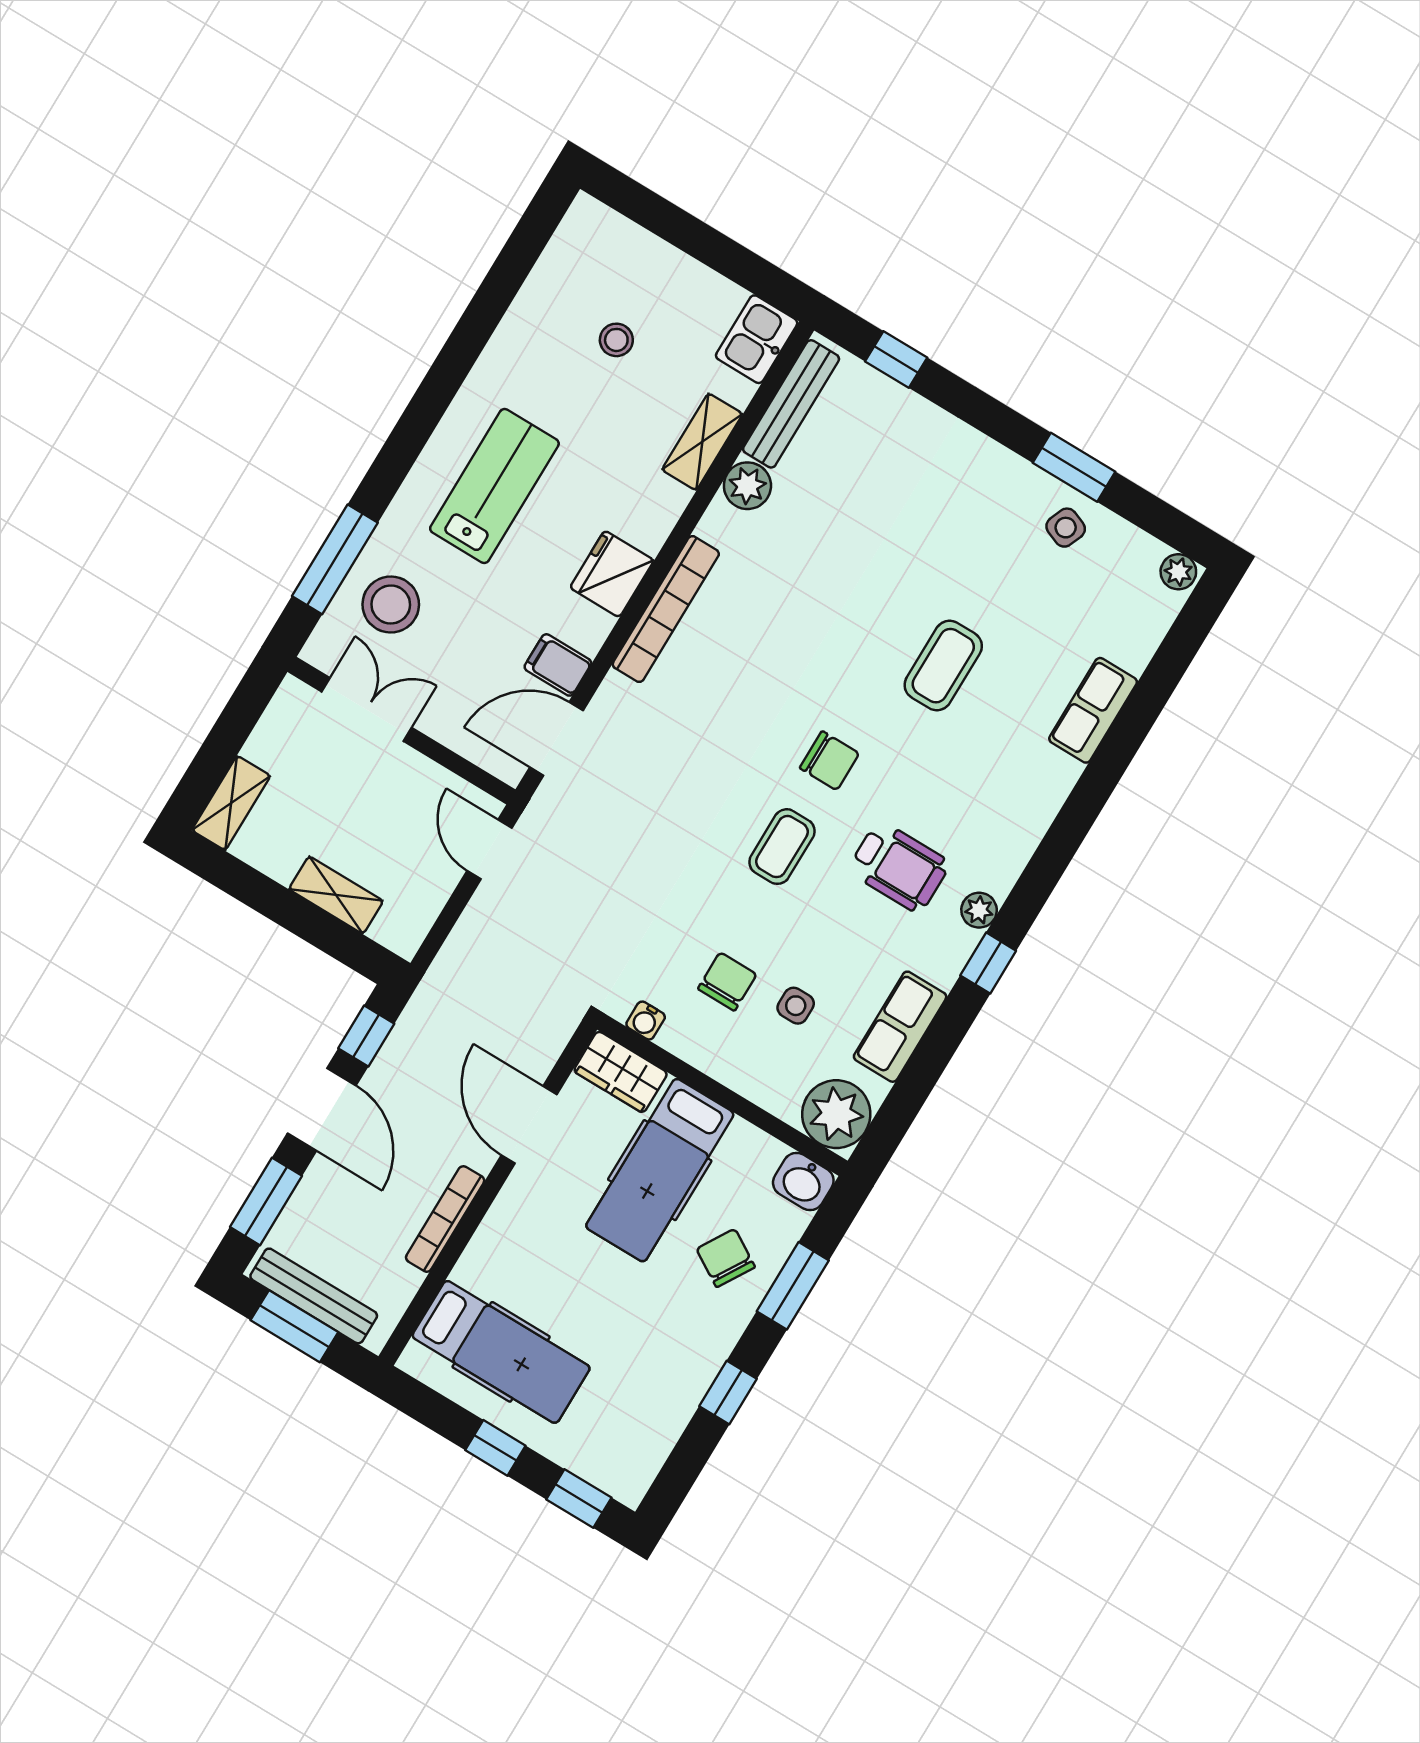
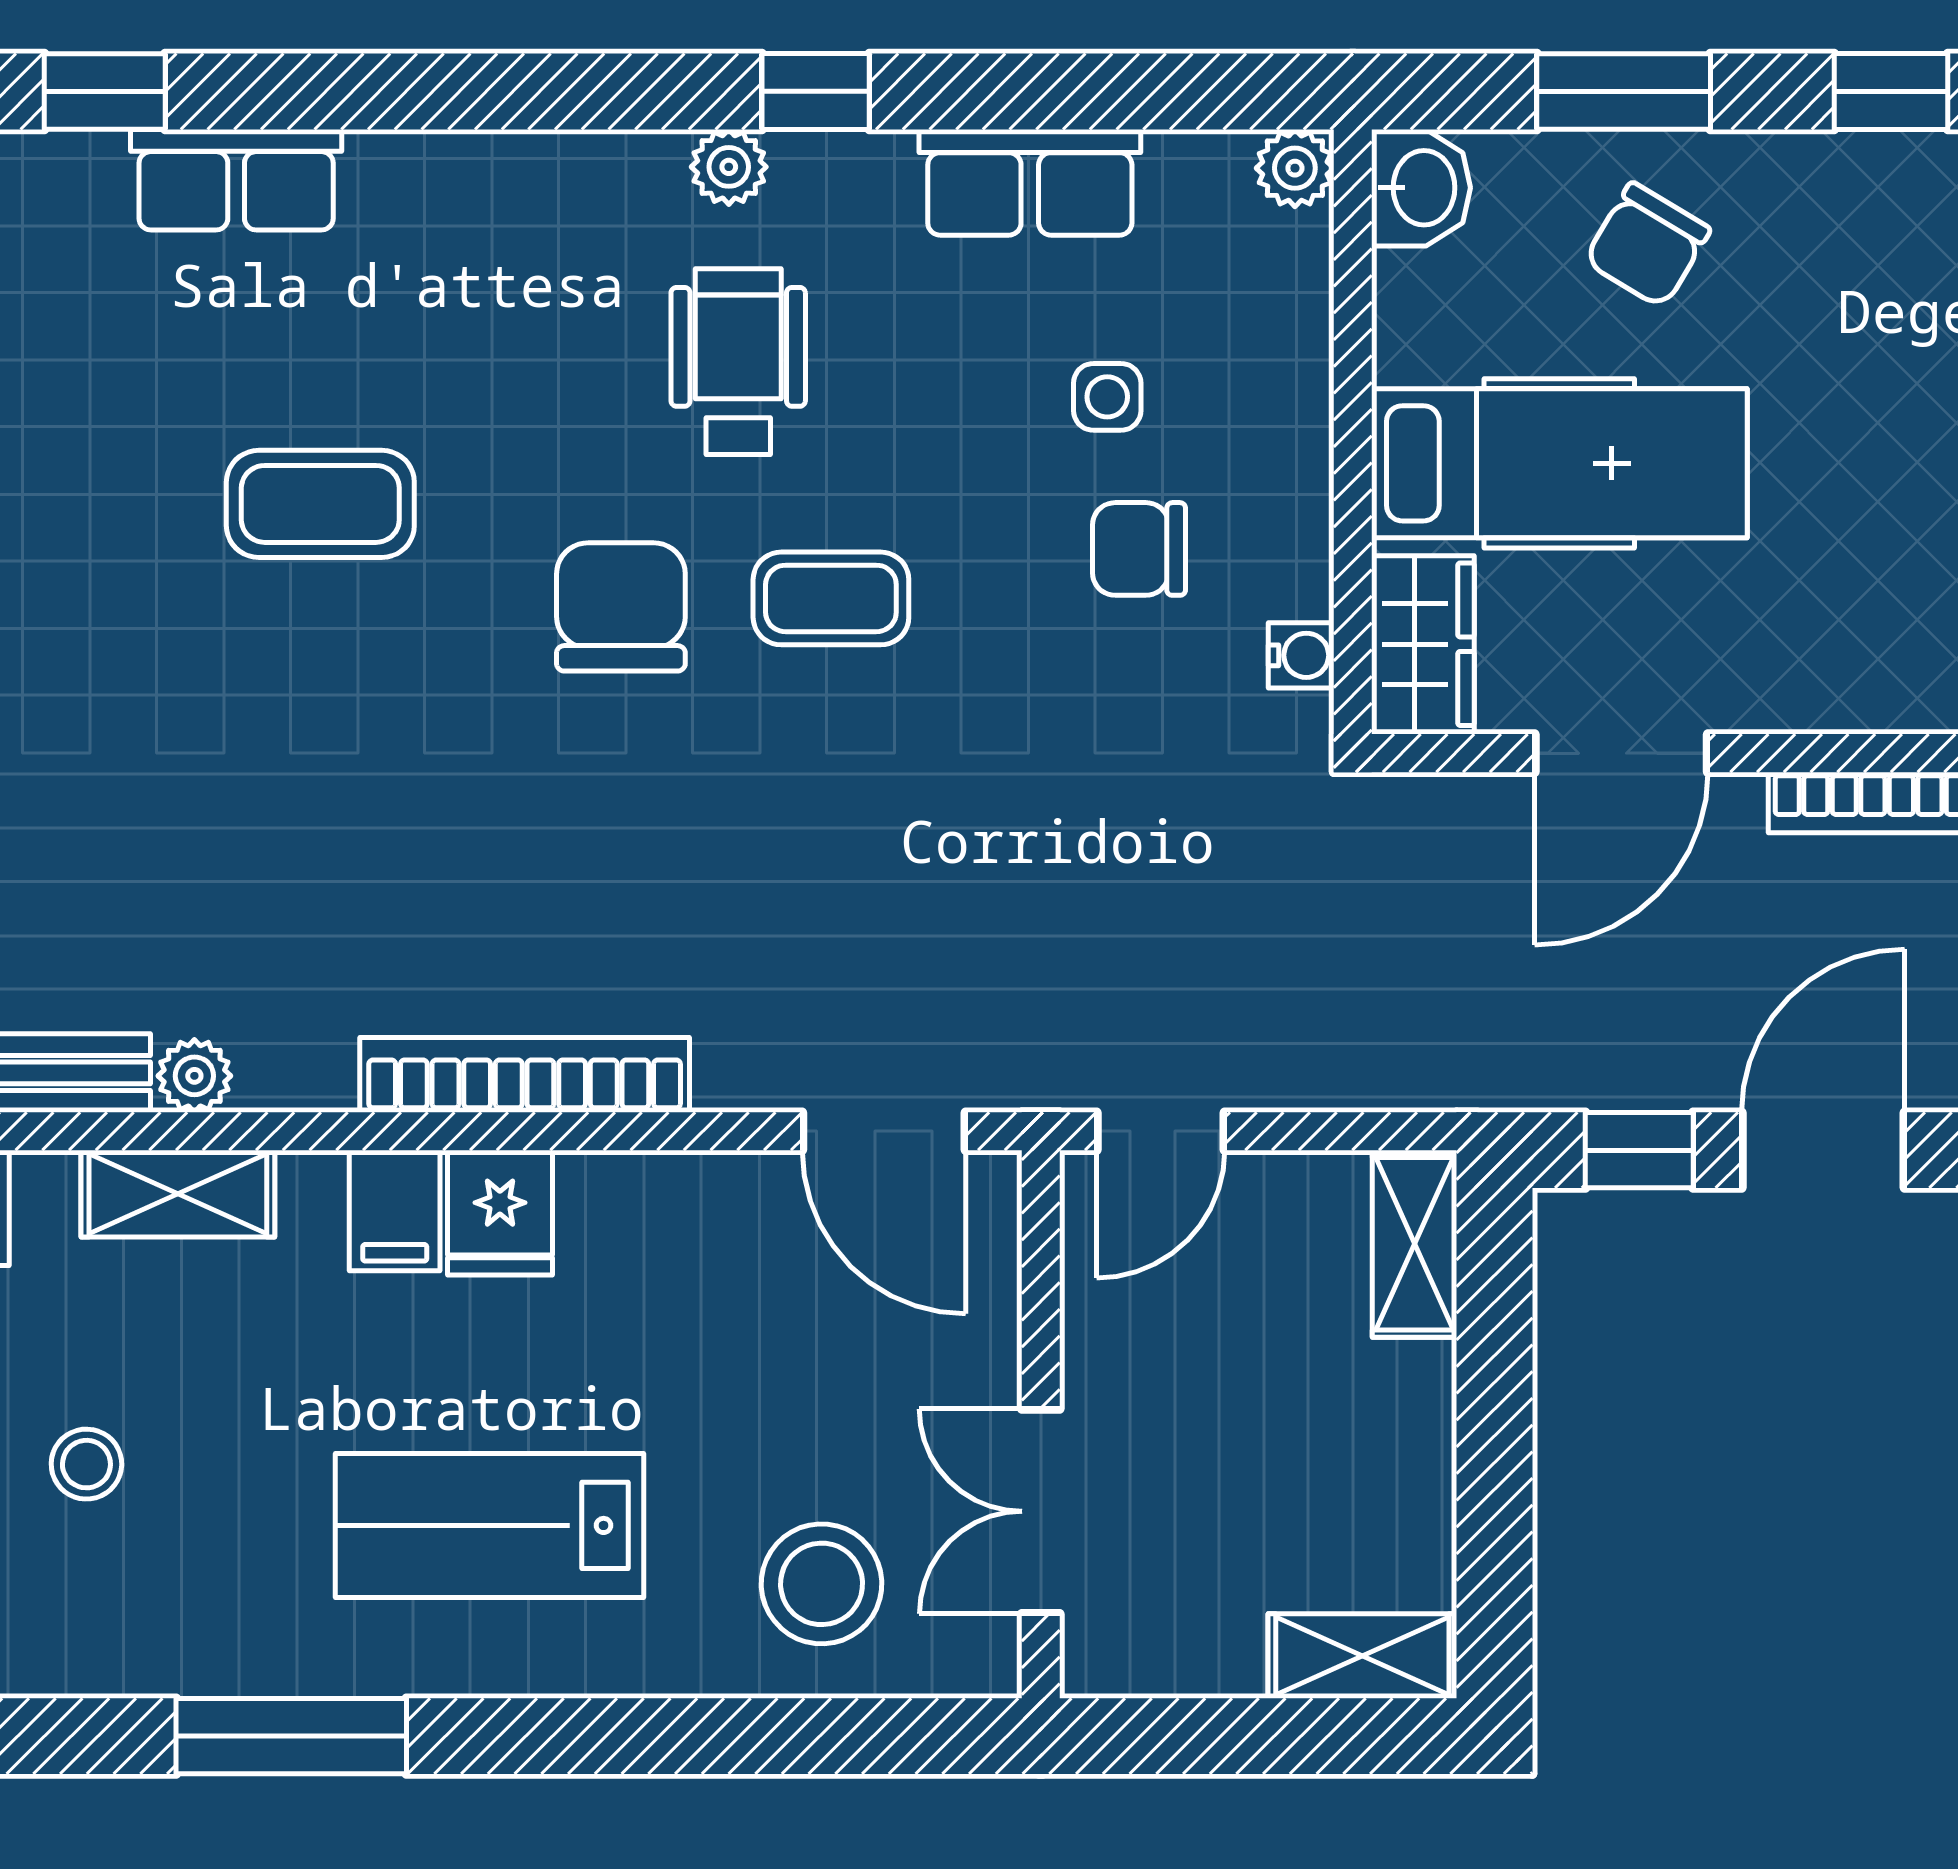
plant: (747, 486) -> (194, 1076), width x0.73, depth x0.73
window: (335, 559) -> (291, 1736), moved
fridge: (612, 574) -> (500, 1213), width x0.72
filing cabinet: (558, 665) -> (395, 1211), moved
window: (1160, 679) -> (105, 91), added
chair: (829, 761) -> (621, 607), width x1.37, depth x1.37
shelving: (336, 895) -> (1415, 1244), moved
plant: (836, 1114) -> (1295, 168), width x0.53, depth x0.53

